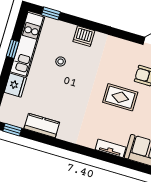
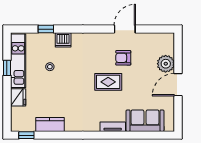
window: (51, 13) -> (46, 29), moved

